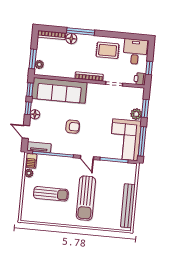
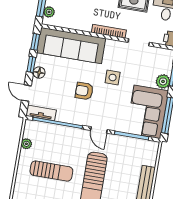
side table: (95, 114) -> (113, 78), added
armchair: (73, 127) -> (84, 91), turned 180
barbecue: (31, 161) -> (30, 129), removed

